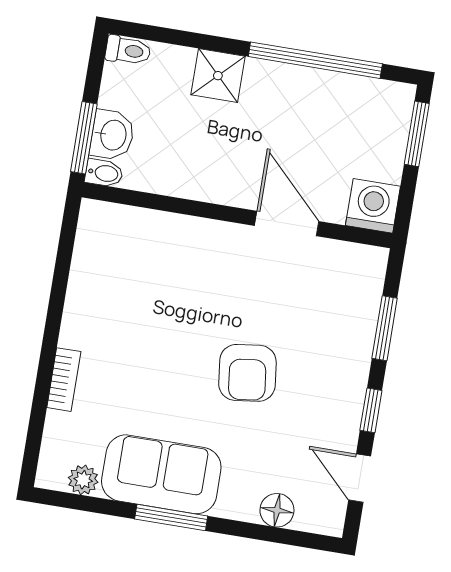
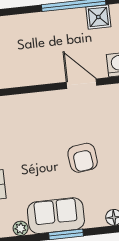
shower: (218, 76) -> (98, 17), moved

